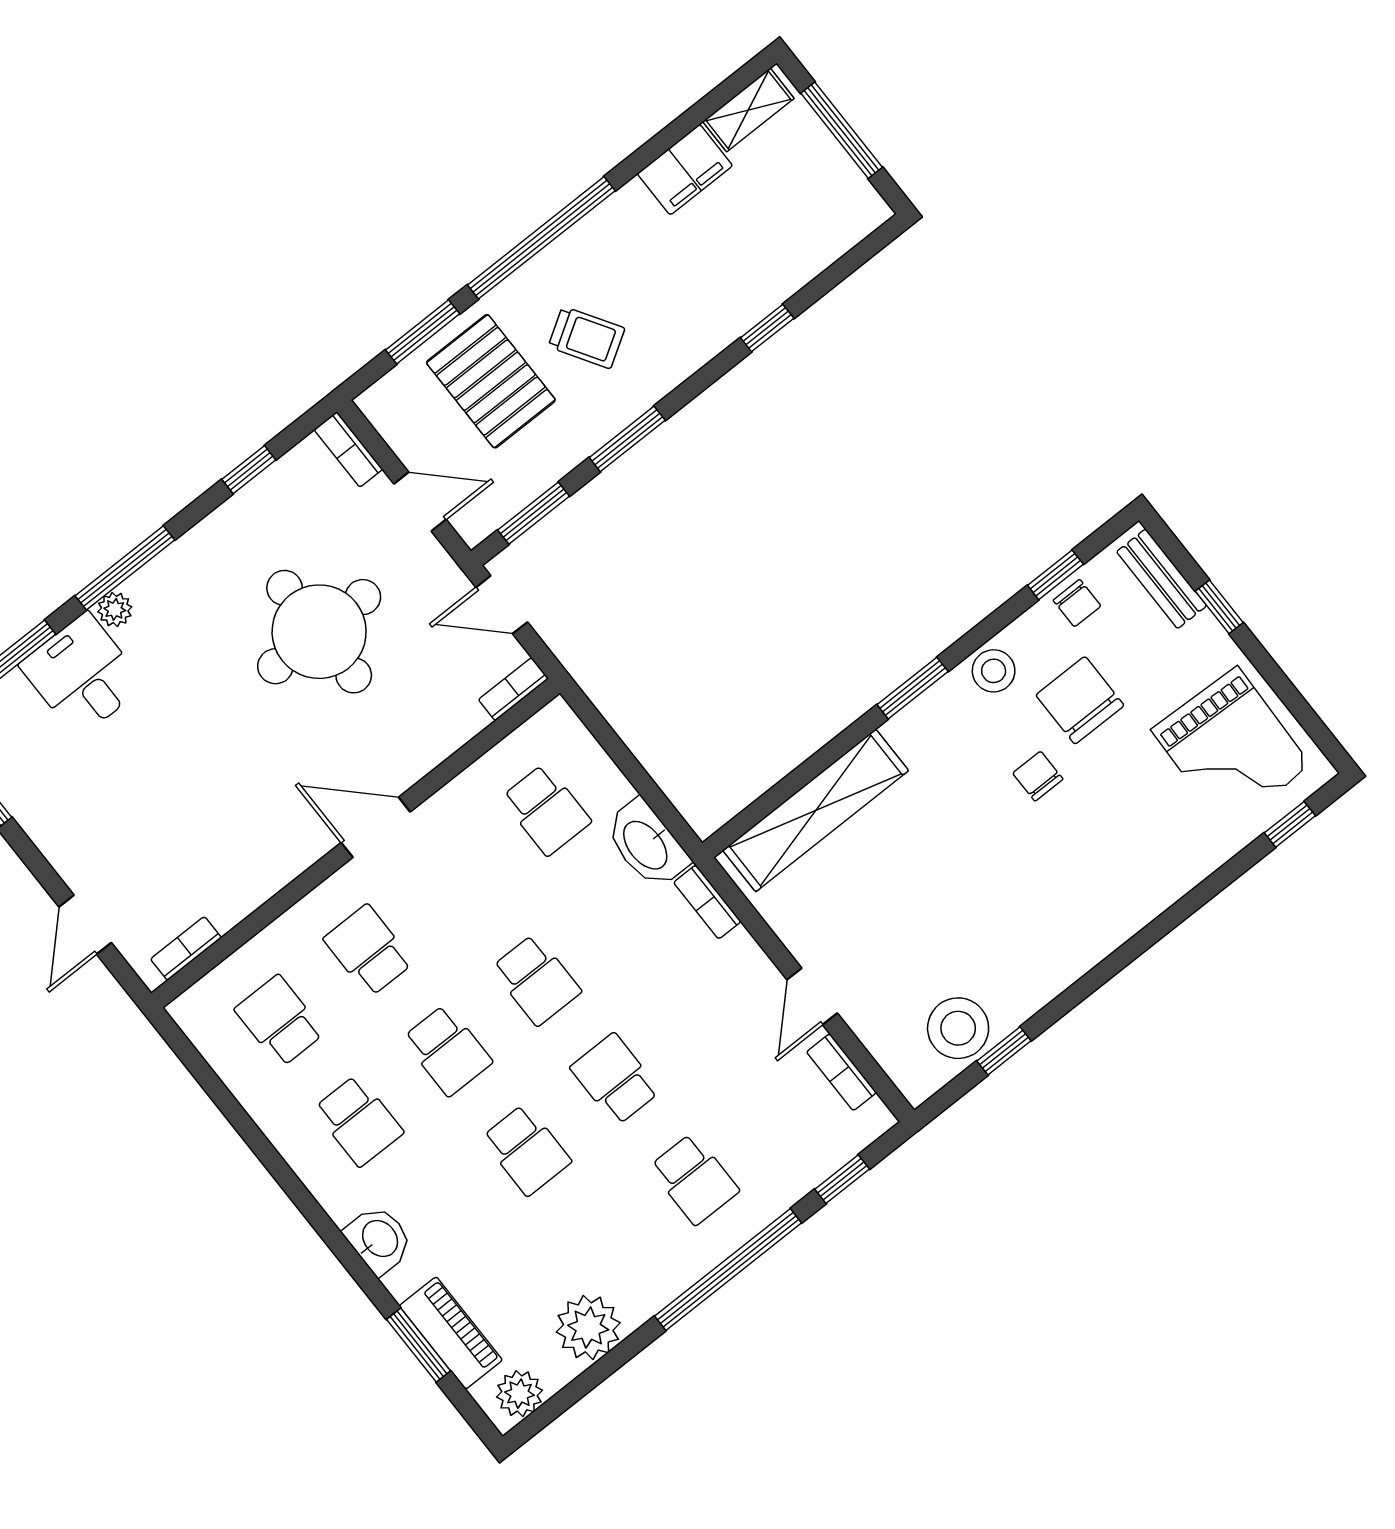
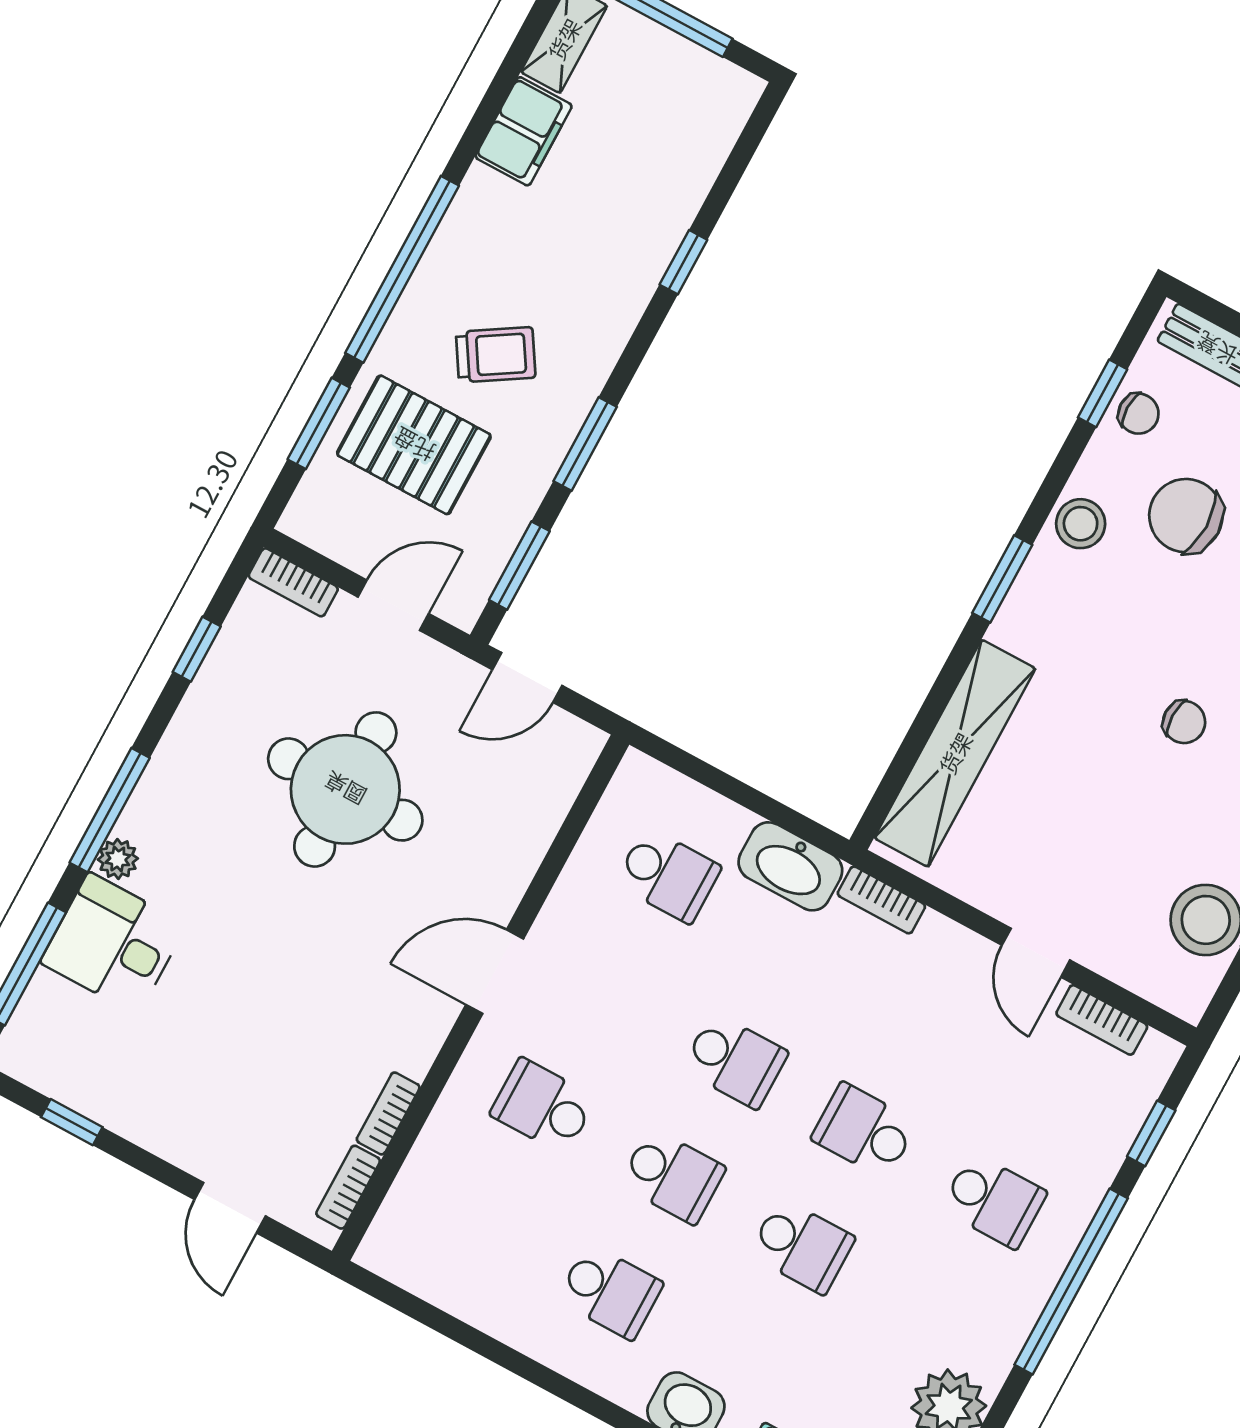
bookcase: (513, 689) -> (388, 1113), moved
chair: (1038, 776) -> (1184, 722), moved, turned 180
school desk: (280, 1021) -> (481, 1222), removed

